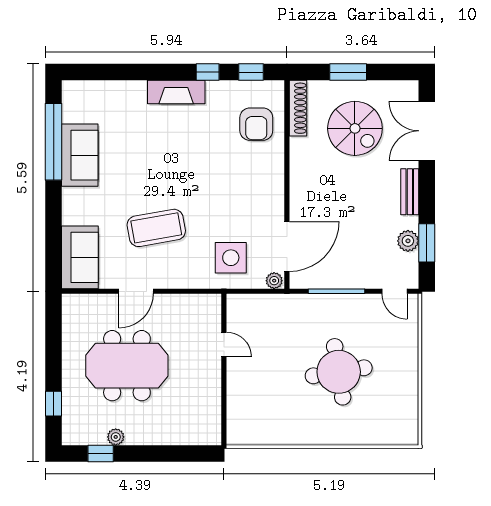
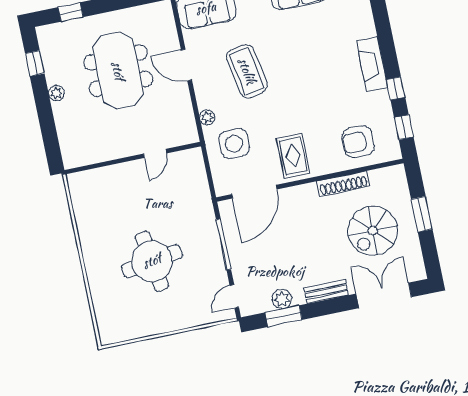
shoe rack: (298, 108) -> (343, 184), moved
rug: (257, 197) -> (293, 156), added
door: (287, 247) -> (254, 192), hinge flipped
plant: (274, 281) -> (207, 117), moved
plant: (116, 437) -> (56, 93), moved

